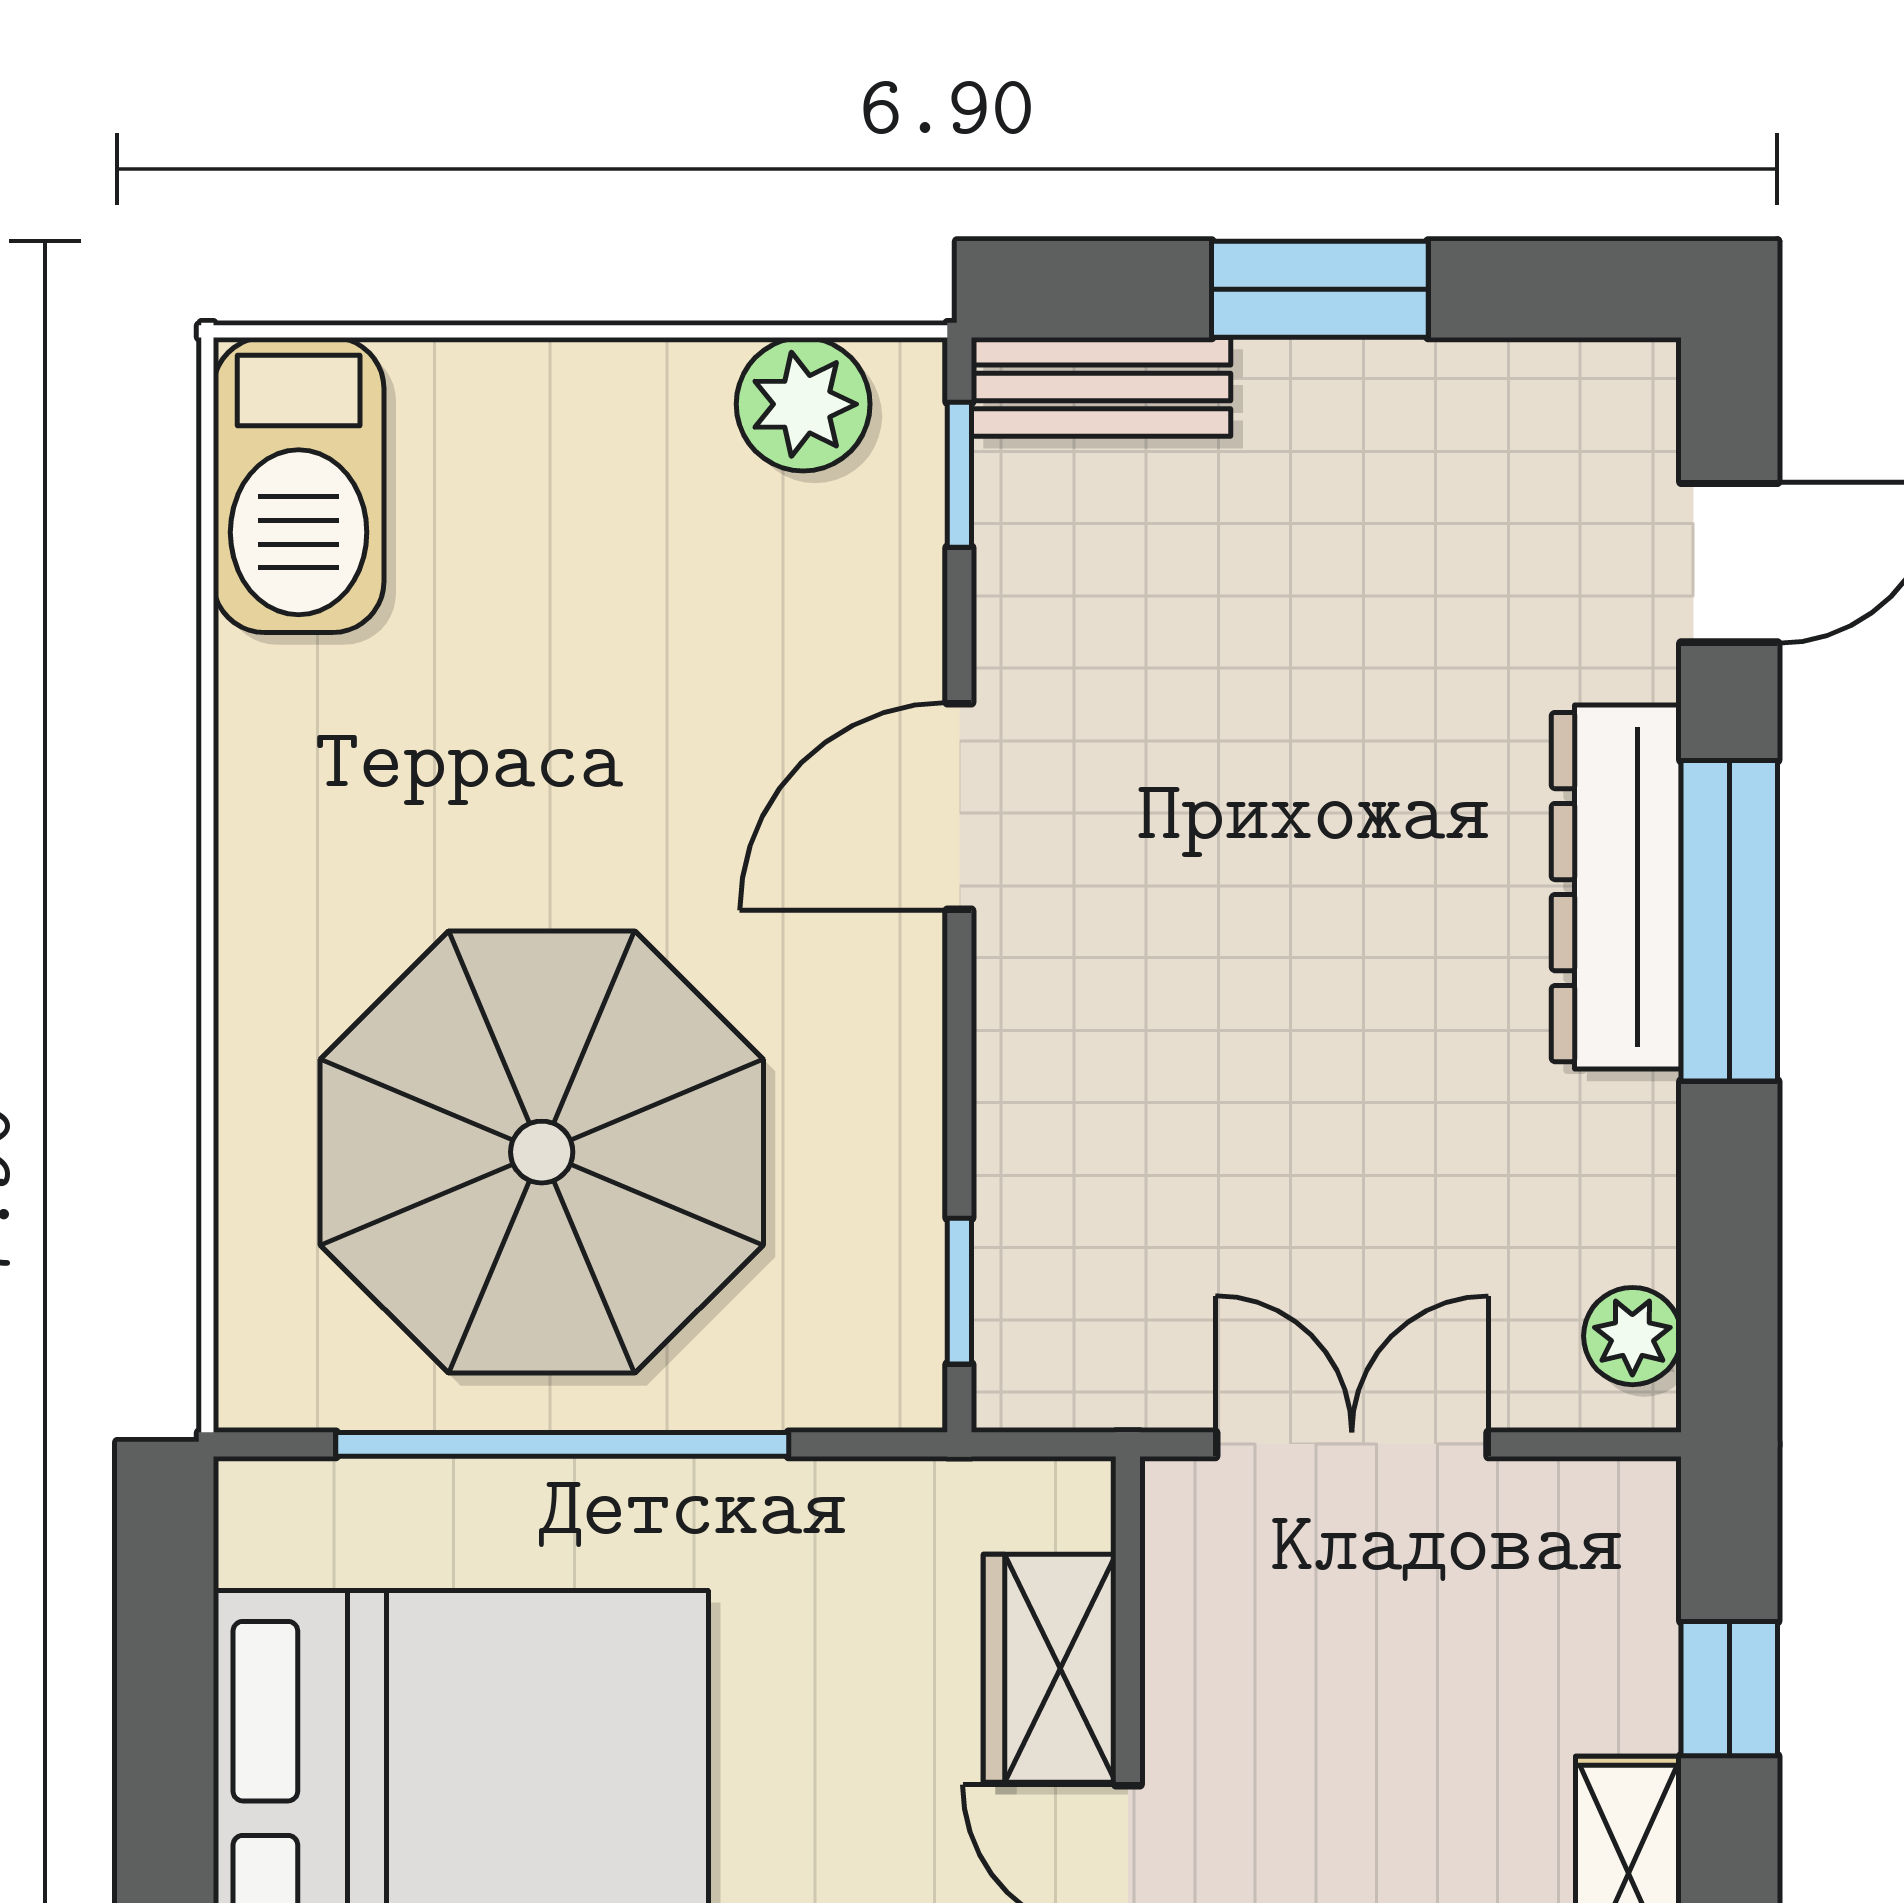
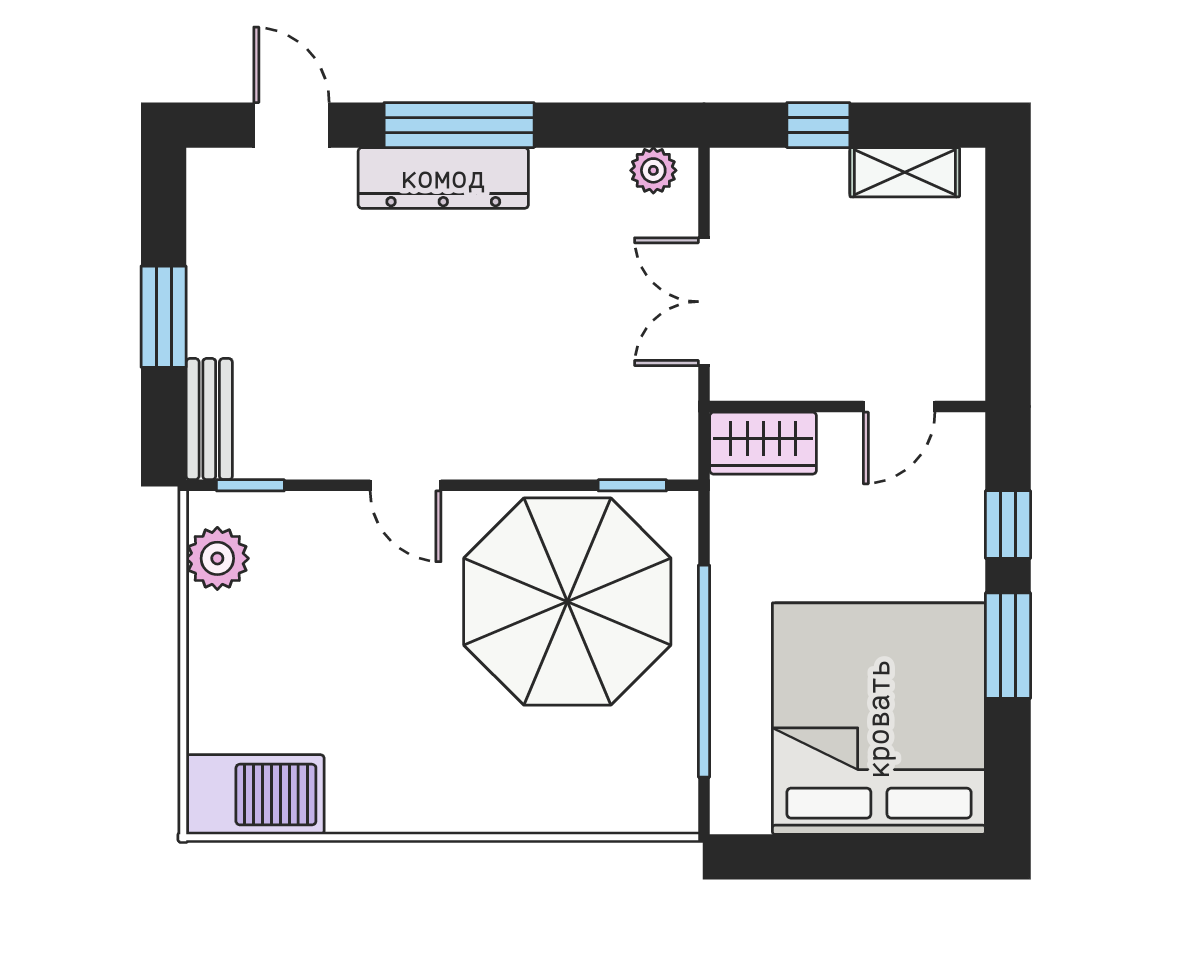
door: (959, 806) -> (406, 485), width x0.73
parasol: (542, 1152) -> (567, 602), moved
wardrobe: (1050, 1668) -> (763, 443), moved

